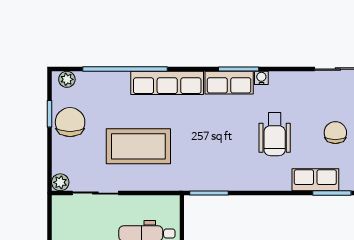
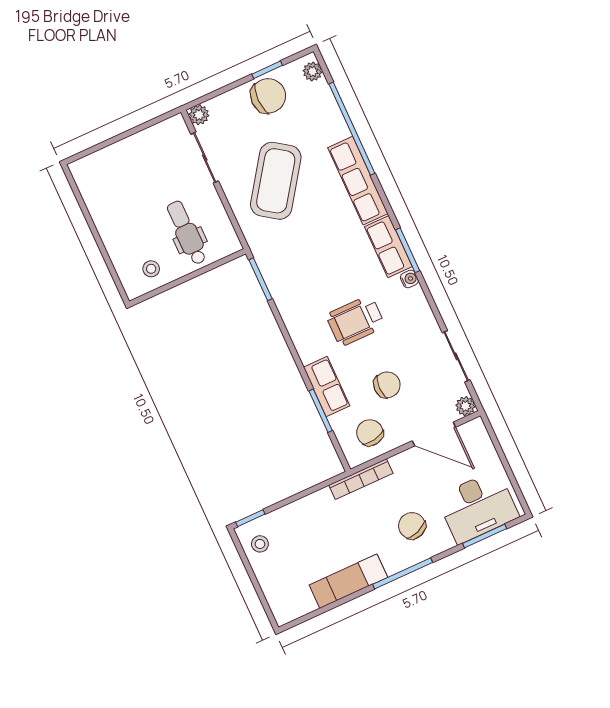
coffee table: (138, 146) -> (276, 181), turned 35

